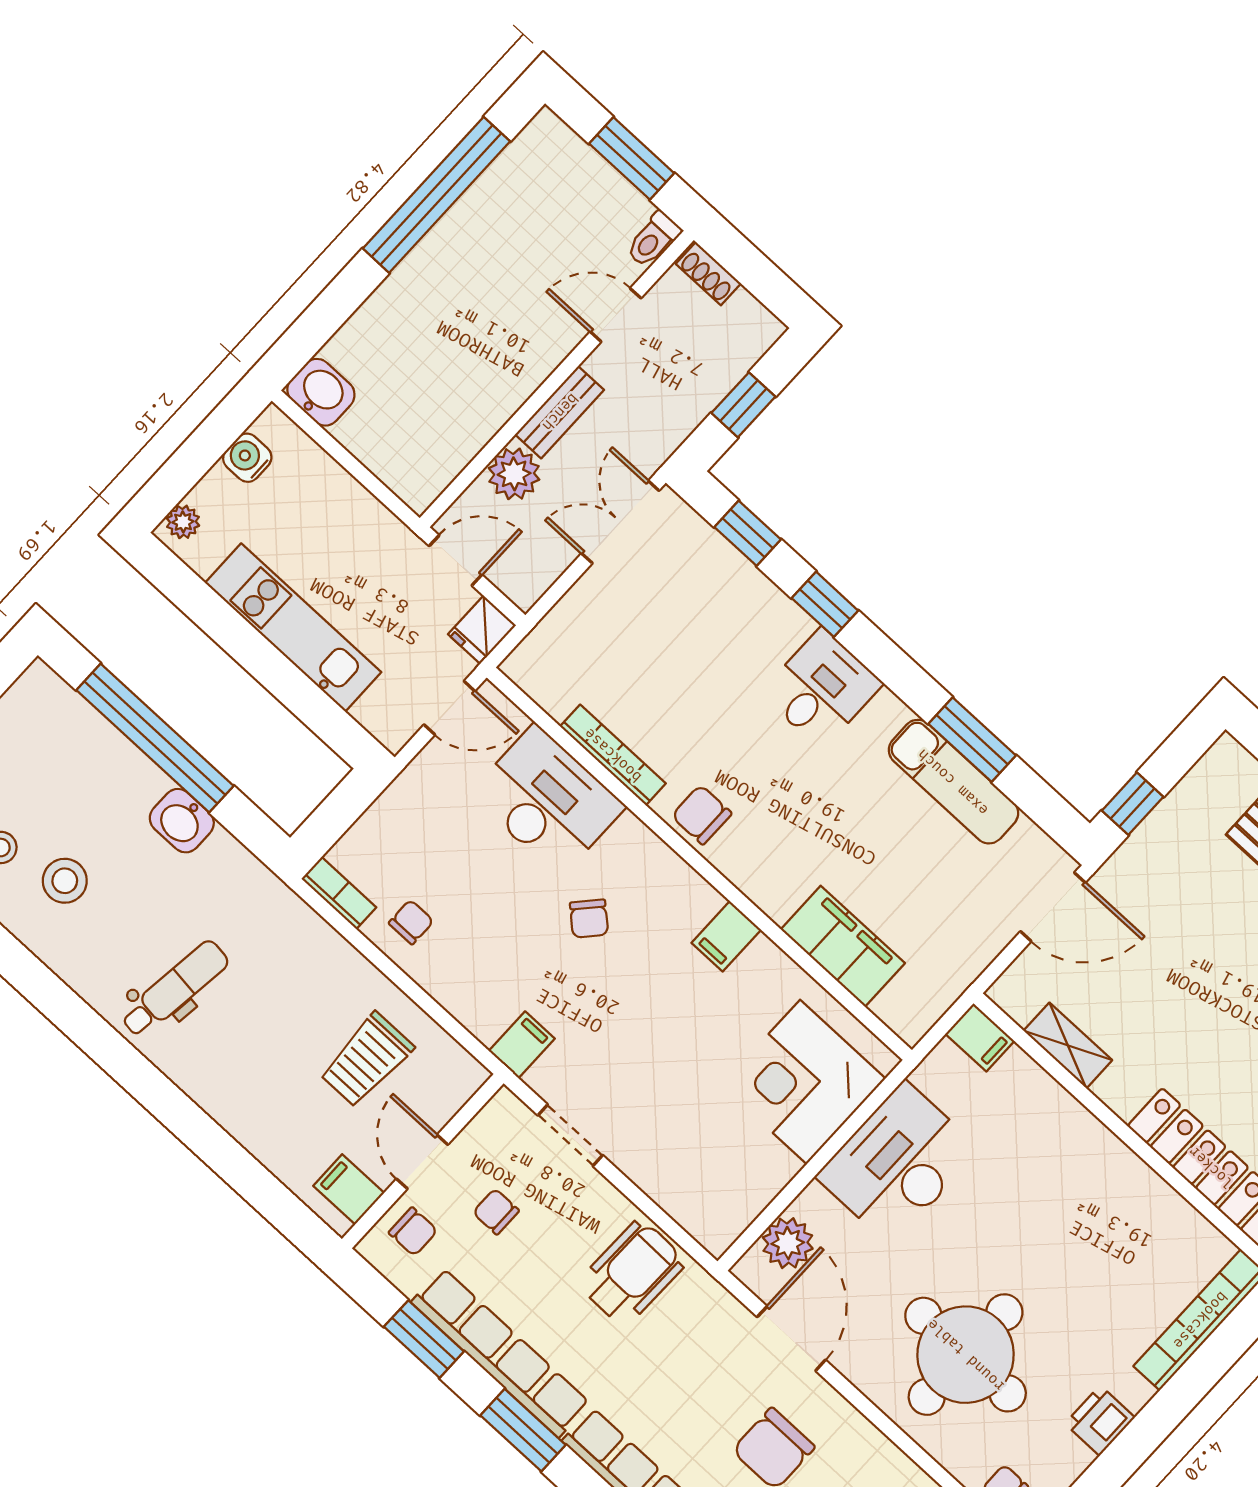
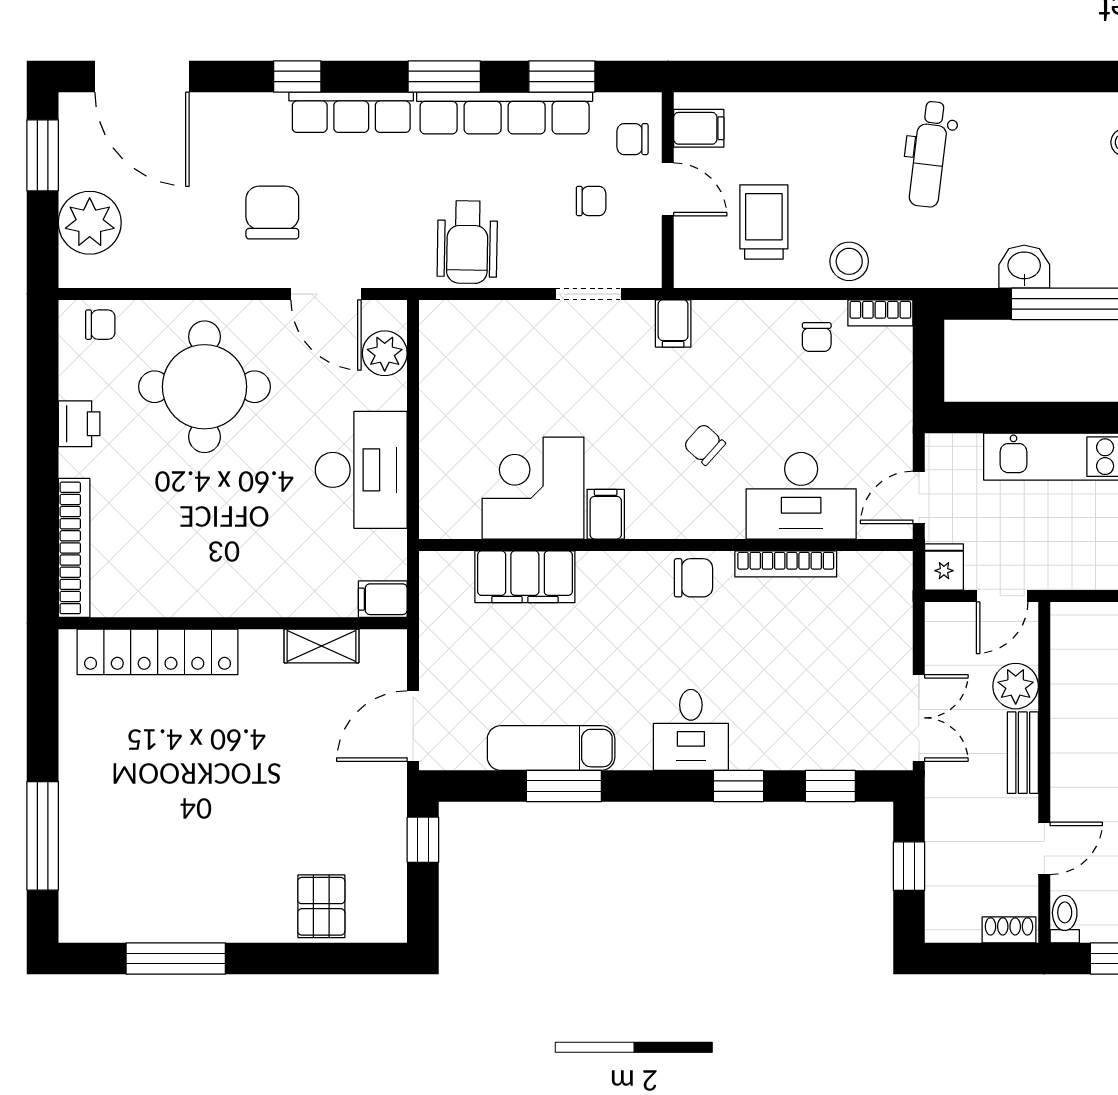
stool: (65, 881) -> (849, 261), moved
corner desk: (804, 1082) -> (533, 488), moved, turned -90

